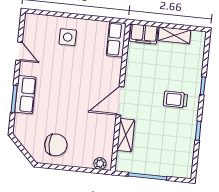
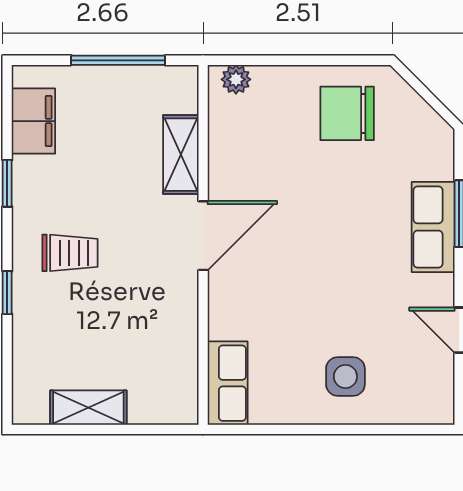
filing cabinet: (144, 34) -> (33, 121), moved, turned 90

